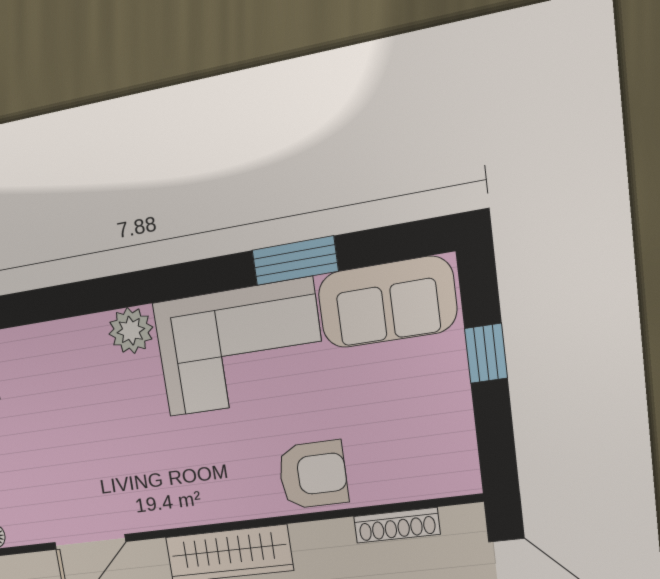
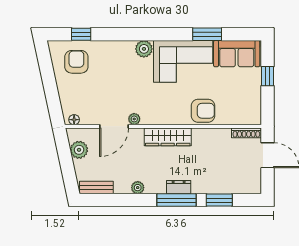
plant: (137, 518) -> (134, 119), added
shoe rack: (397, 525) -> (246, 133), moved

